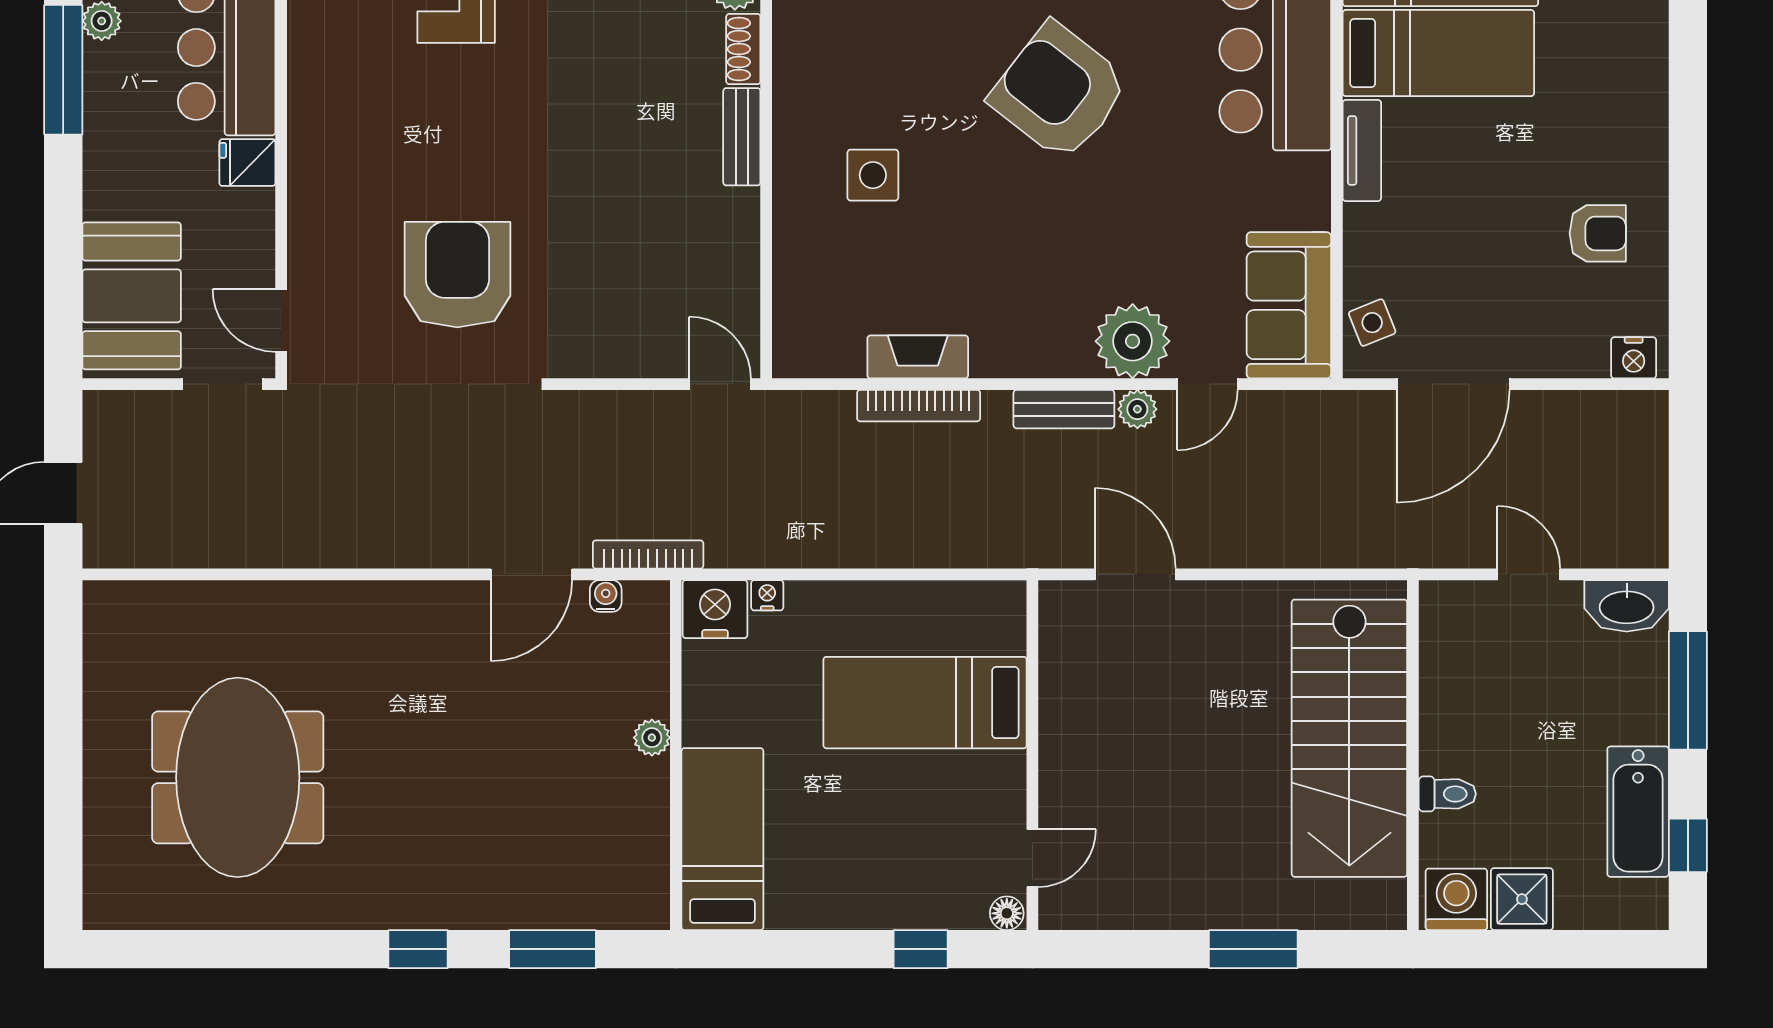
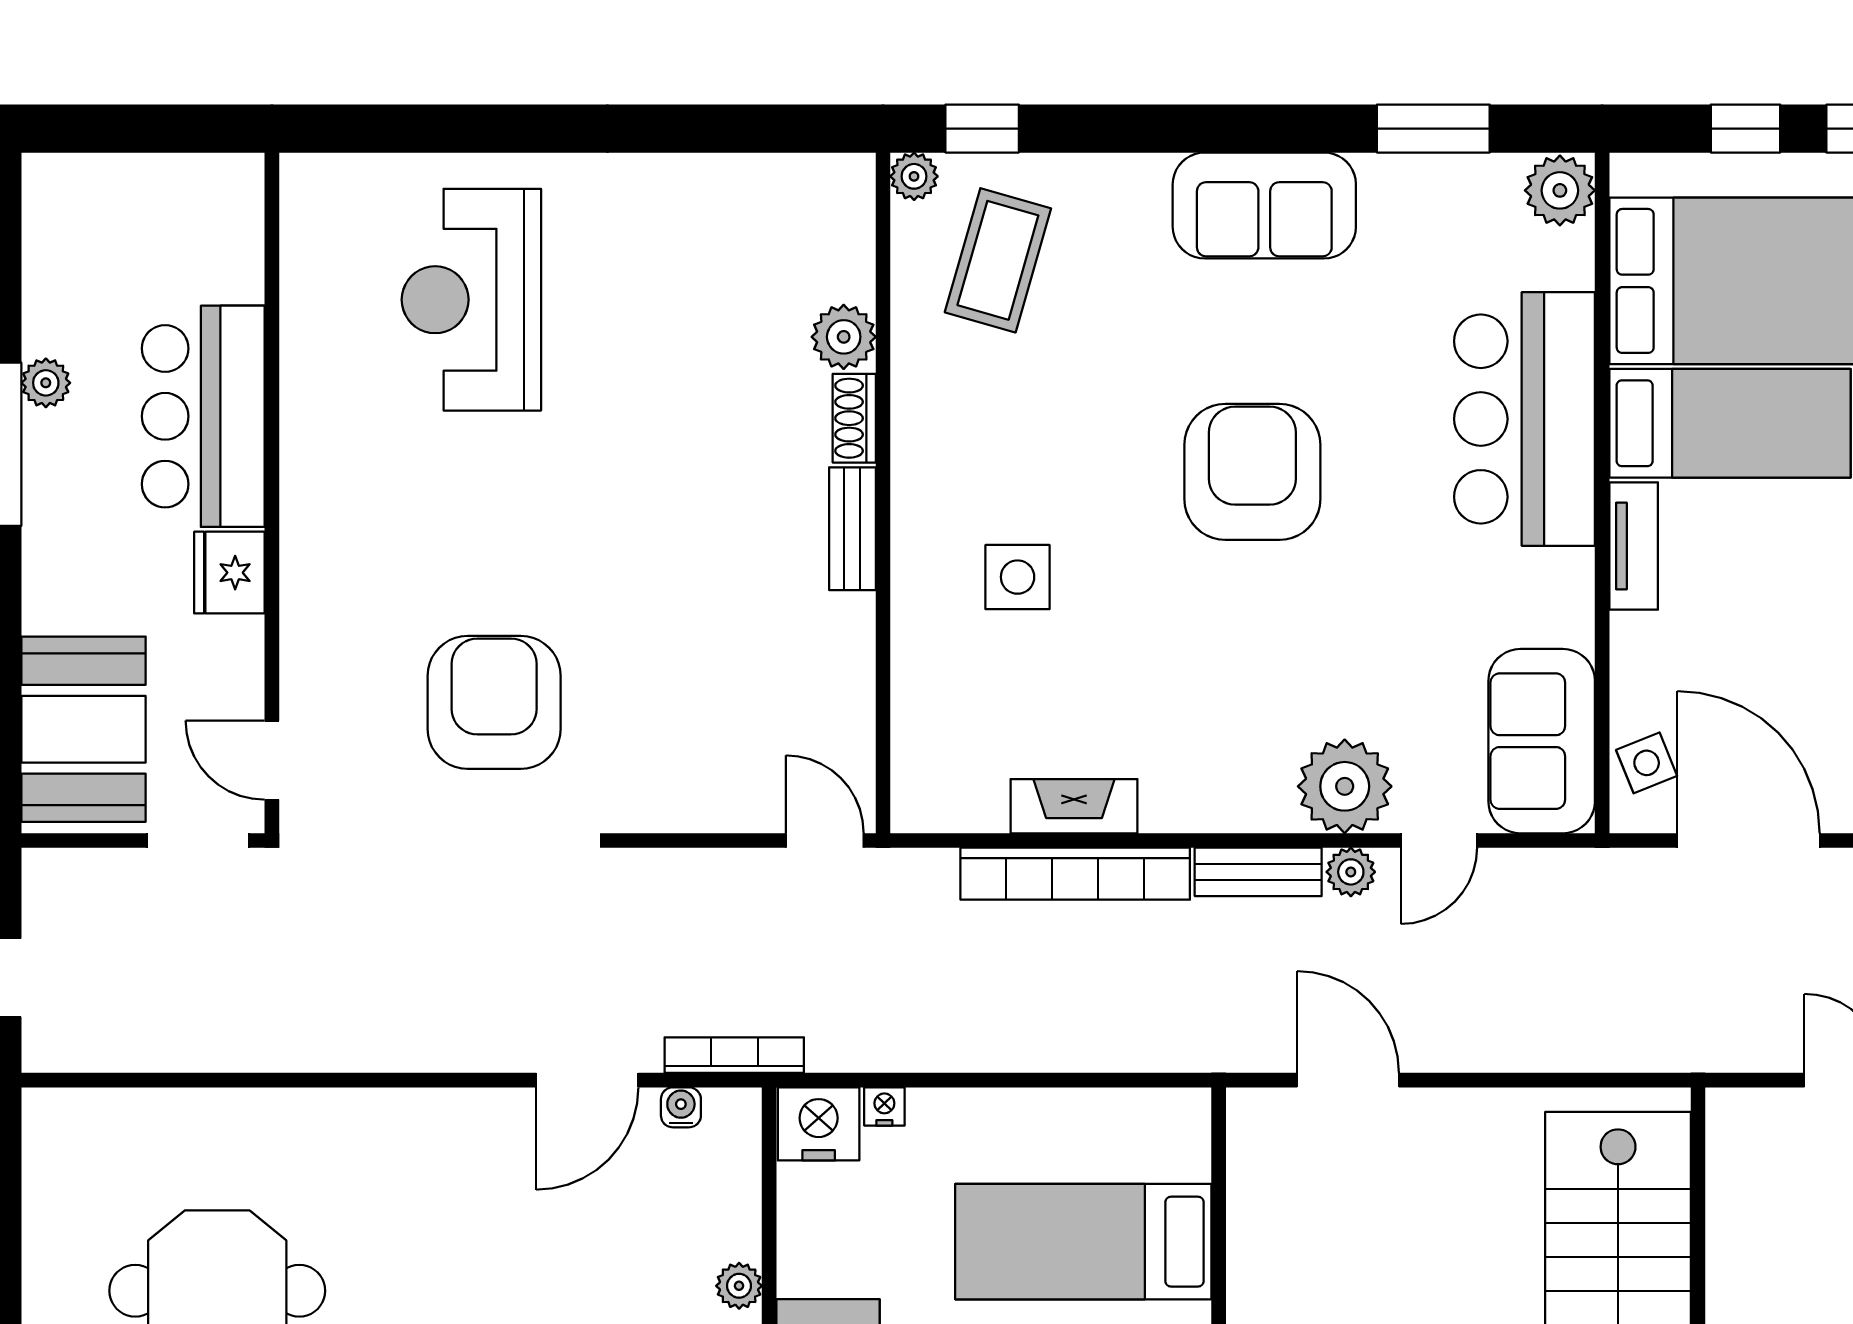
armchair: (1059, 92) -> (1252, 472), turned 52
fridge: (247, 163) -> (229, 573), width x1.38
door: (1453, 384) -> (1749, 840), swing flipped
bookcase: (919, 406) -> (1075, 874), width x1.48, depth x1.31

